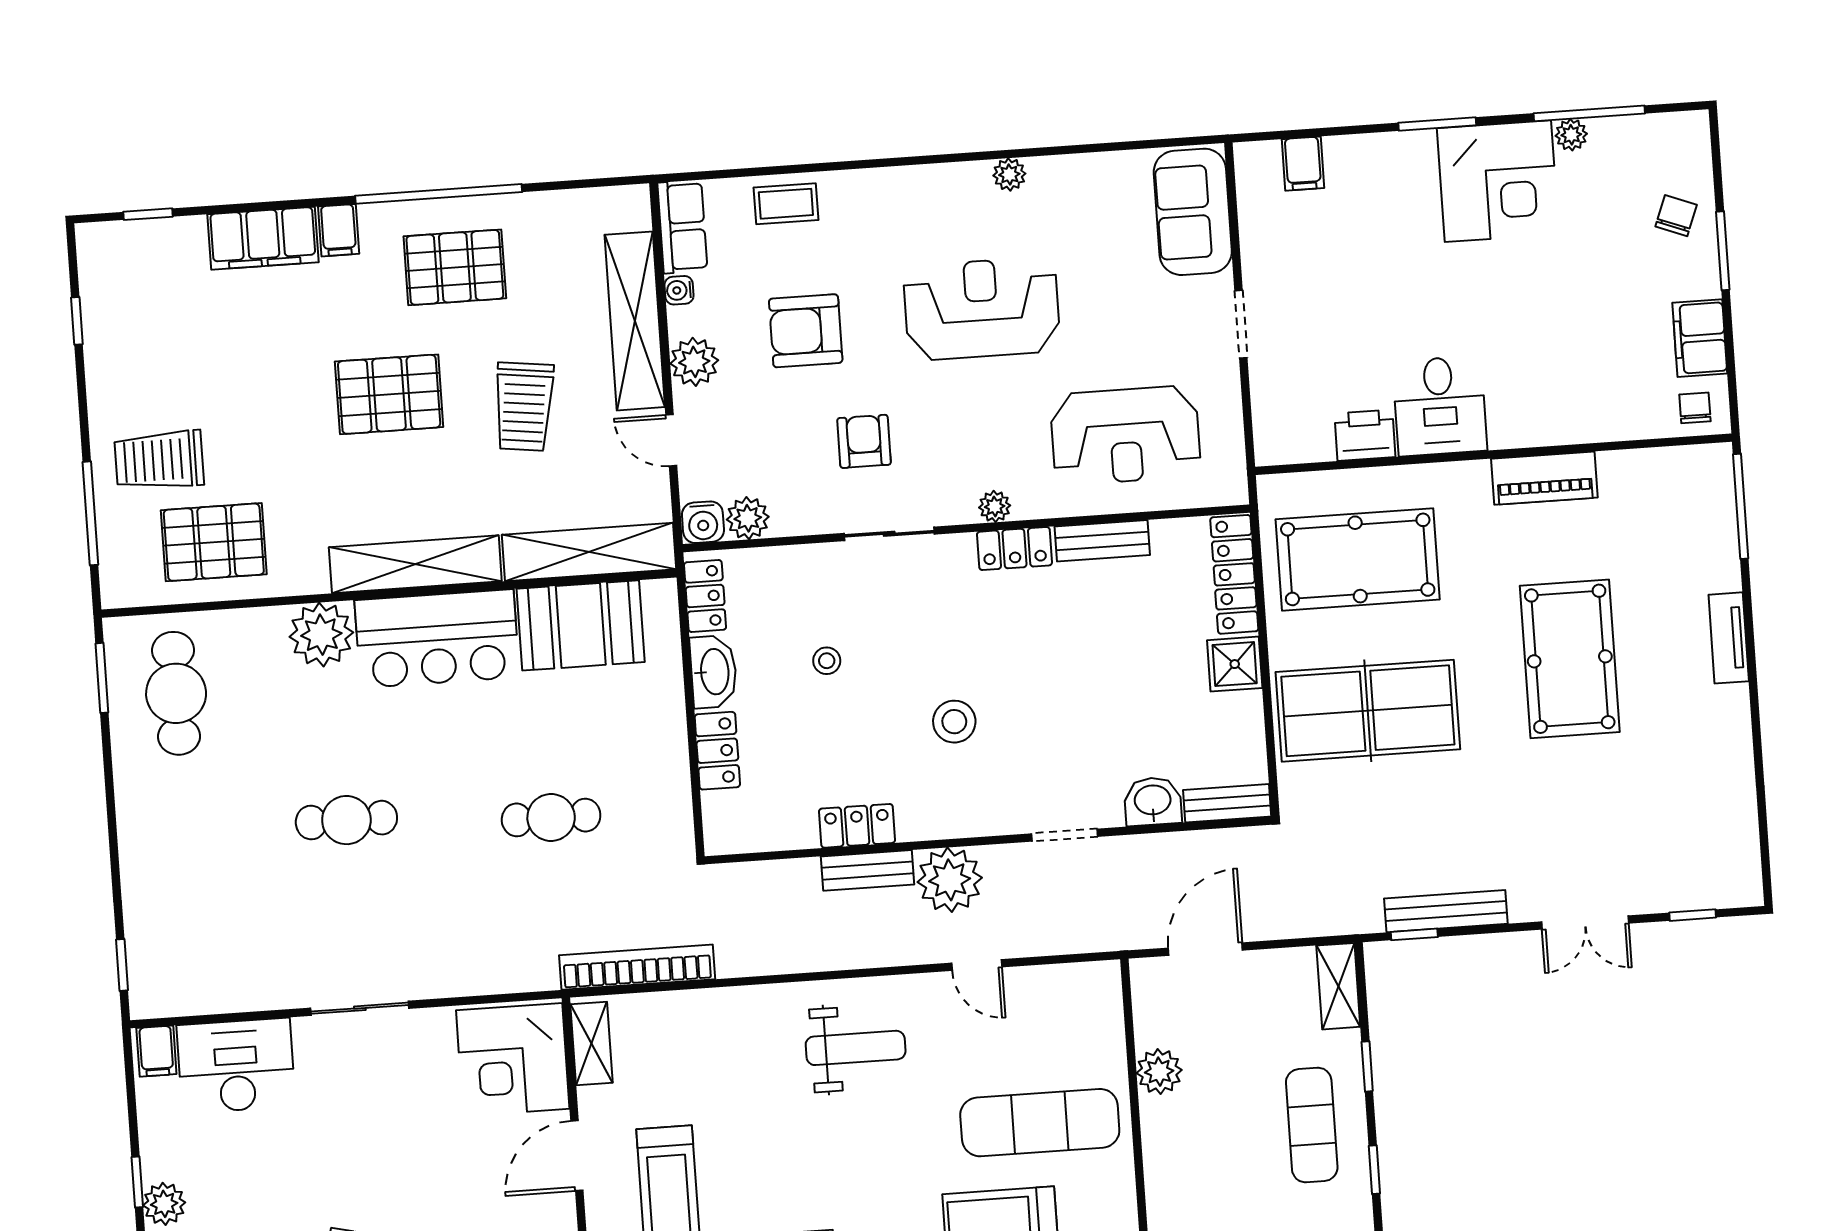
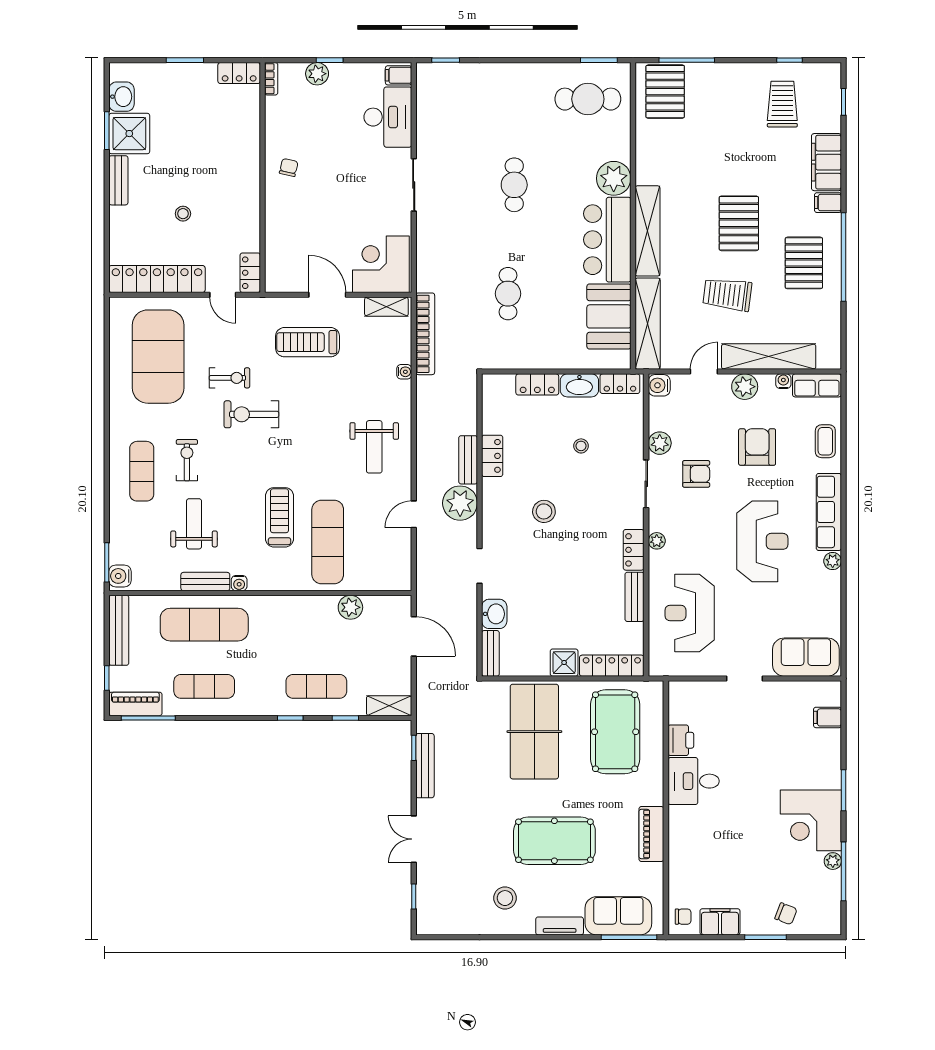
row of seats: (918, 188) -> (829, 512), added
trolley: (159, 460) -> (782, 104), moved
plant: (748, 518) -> (660, 443), moved
sofa: (1702, 529) -> (618, 916), added
pallet: (214, 542) -> (665, 92), moved
stool: (1683, 744) -> (505, 898), added
water cooler: (711, 1002) -> (404, 372), added

